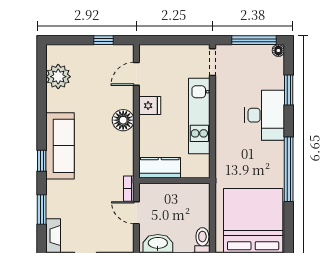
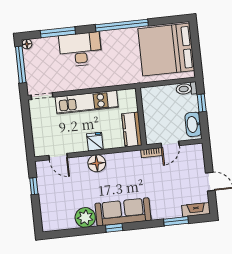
plant: (58, 77) -> (85, 217), moved
window: (289, 90) -> (58, 32), width x1.44
fridge: (150, 106) -> (95, 142), moved
window: (42, 161) -> (114, 228), moved

